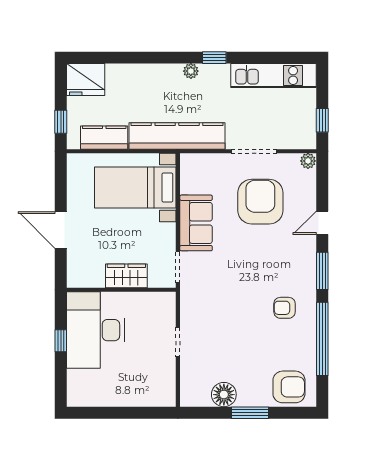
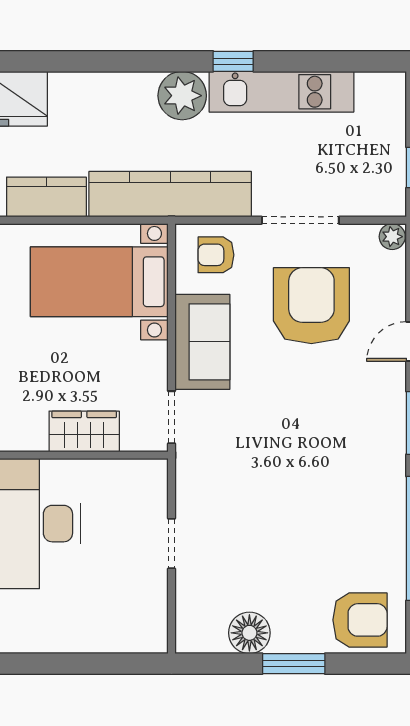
plant: (191, 71) -> (182, 96), width x1.88, depth x1.88
kitchen unit: (273, 75) -> (281, 92), moved
armchair: (285, 308) -> (216, 255), moved

